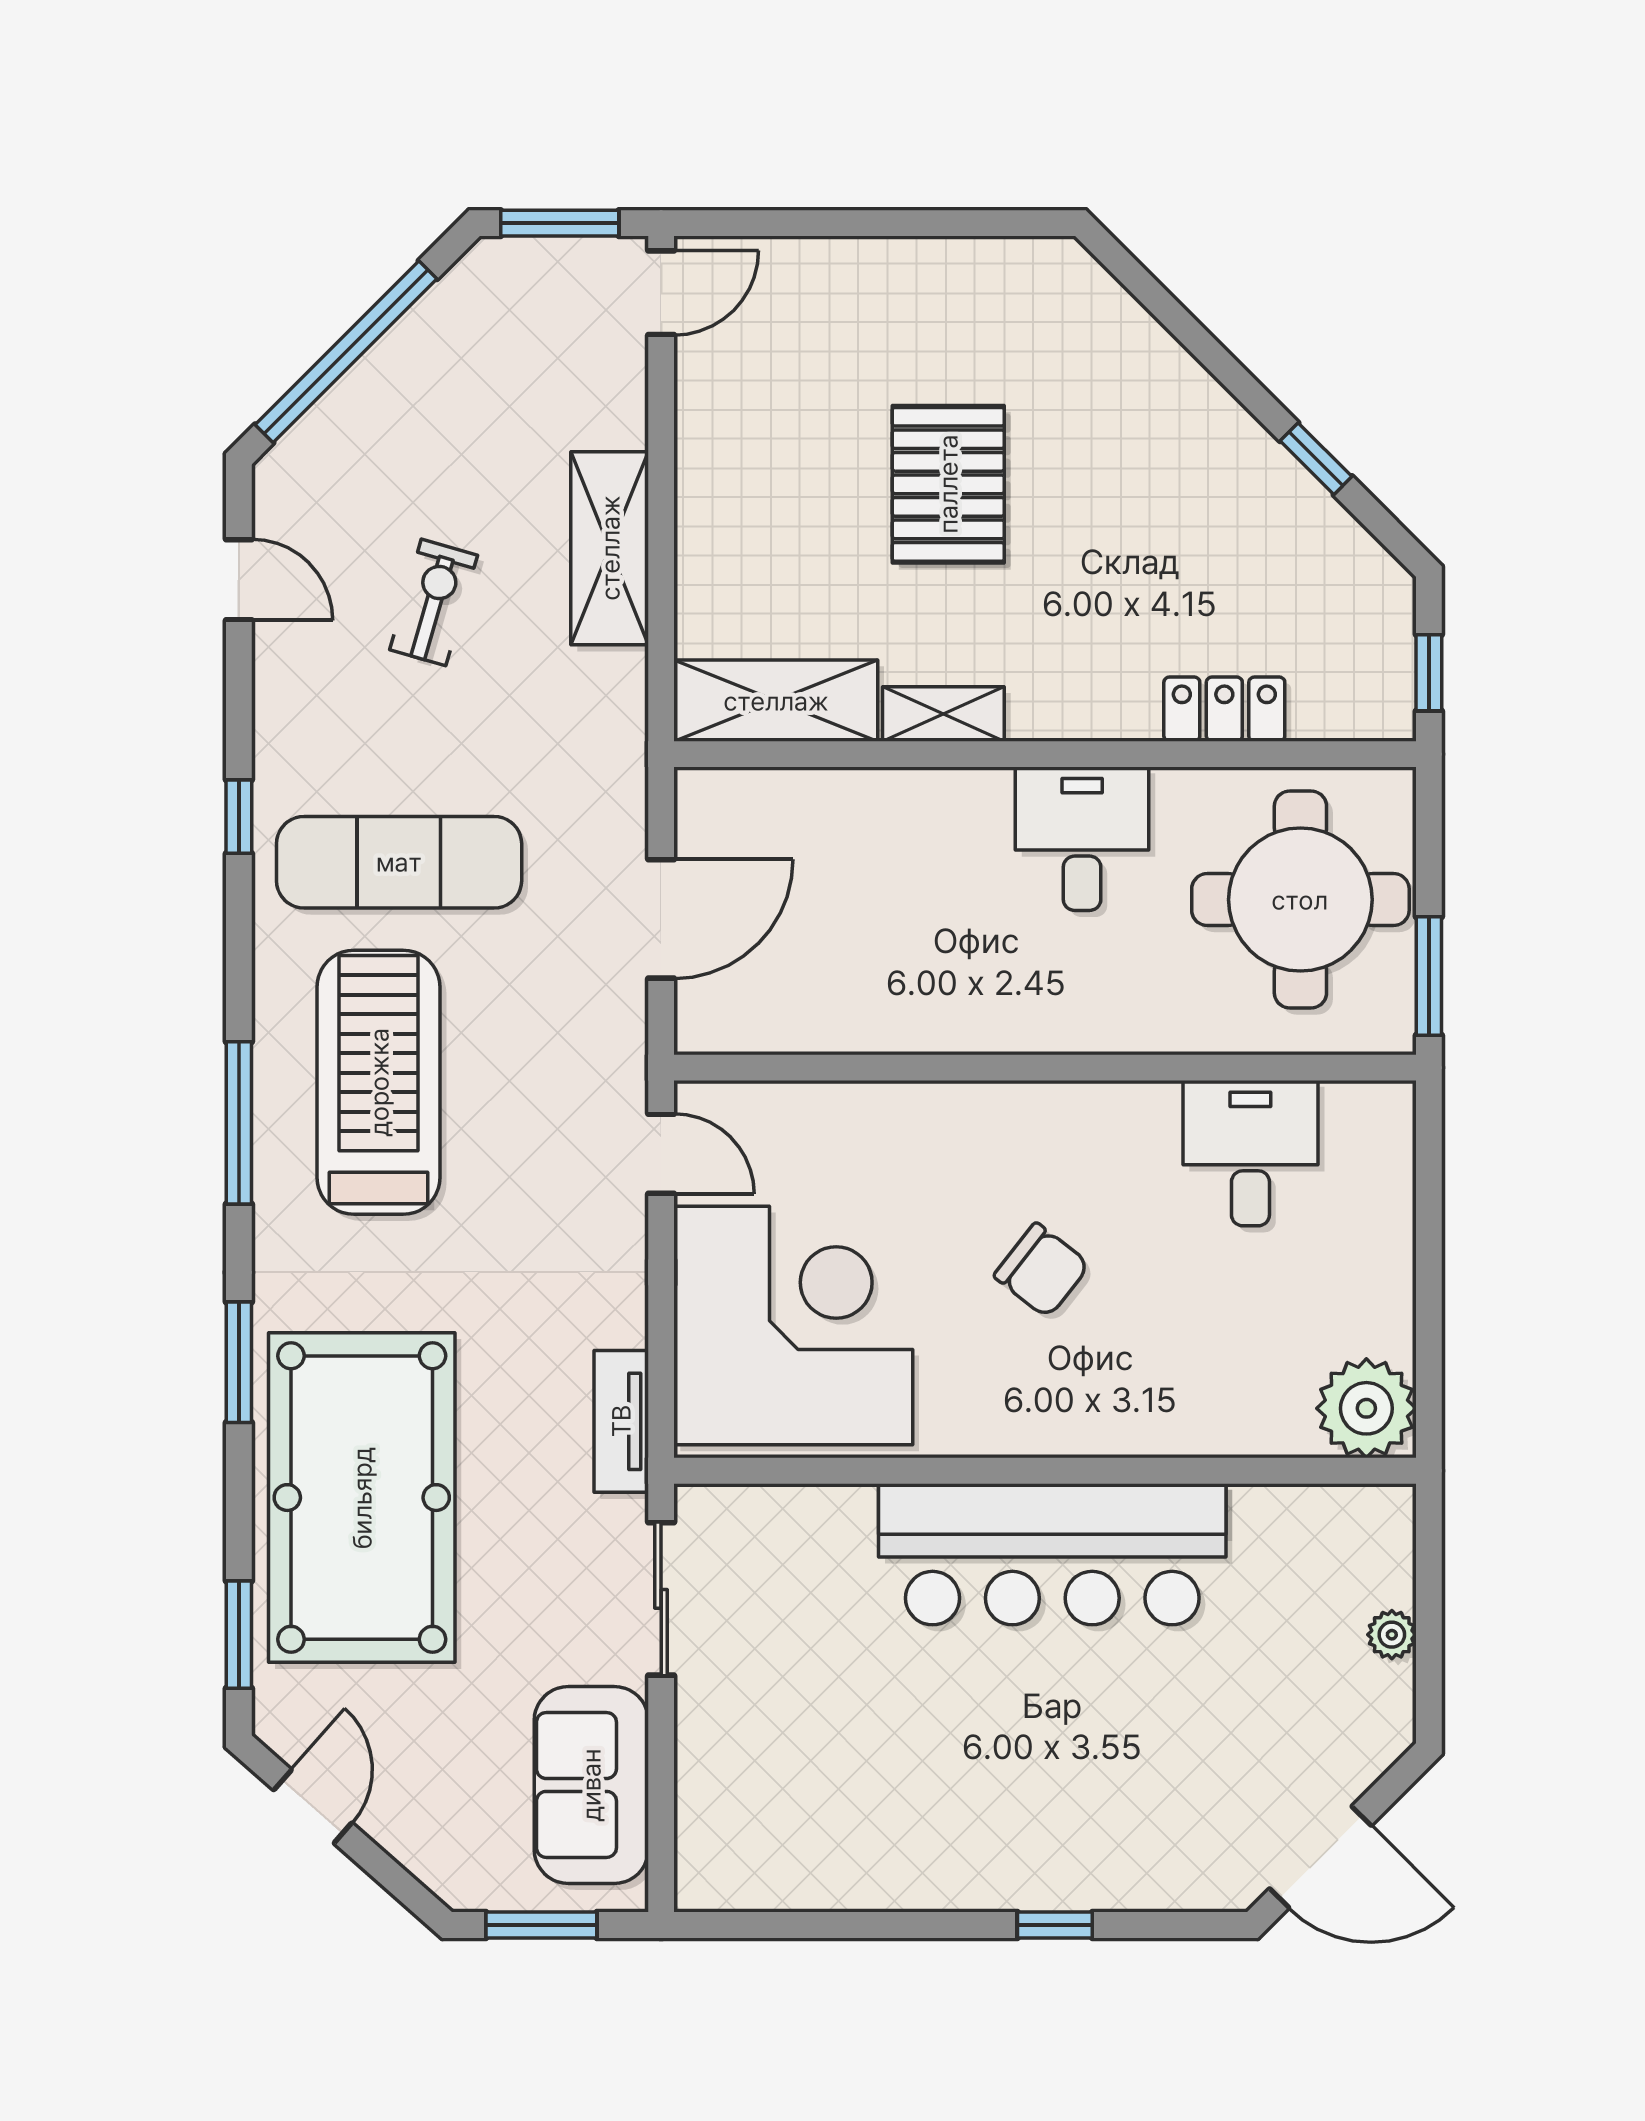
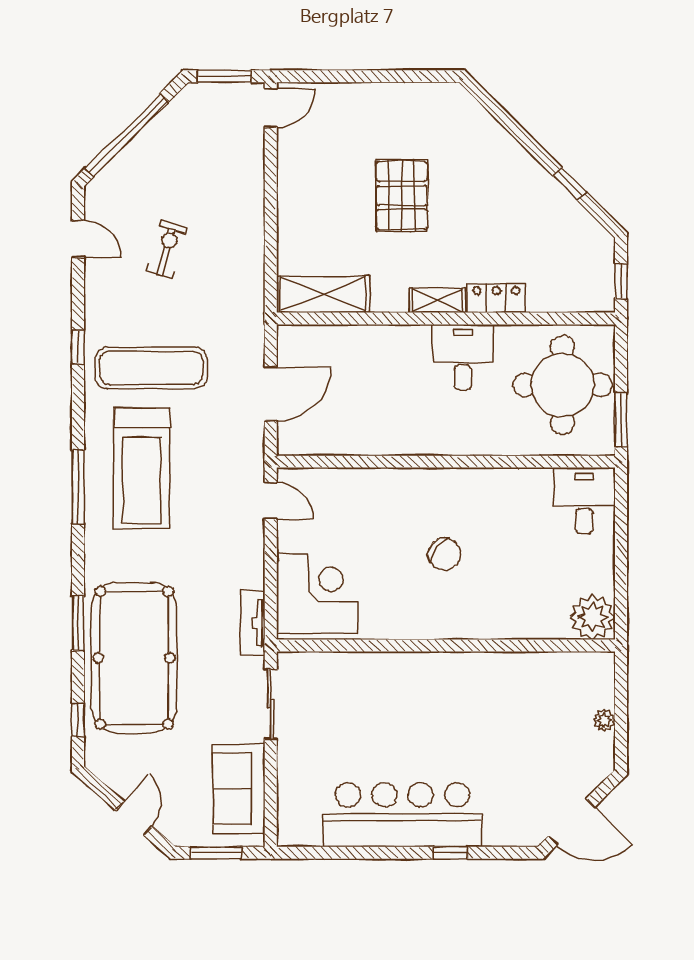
shelving: (610, 548) -> (247, 225), removed
locker: (1224, 709) -> (496, 298), moved
shelving: (943, 714) -> (437, 300), moved
treadmill: (379, 1082) -> (142, 468), turned 180
desk: (1250, 1153) -> (584, 501), moved
corner desk: (793, 1325) -> (317, 594), width x0.74, depth x0.74
window: (239, 1362) -> (78, 623), moved
bar counter: (1052, 1554) -> (402, 815), moved, turned 180
window: (239, 1635) -> (78, 720), width x0.67
door: (313, 1806) -> (134, 818), moved

